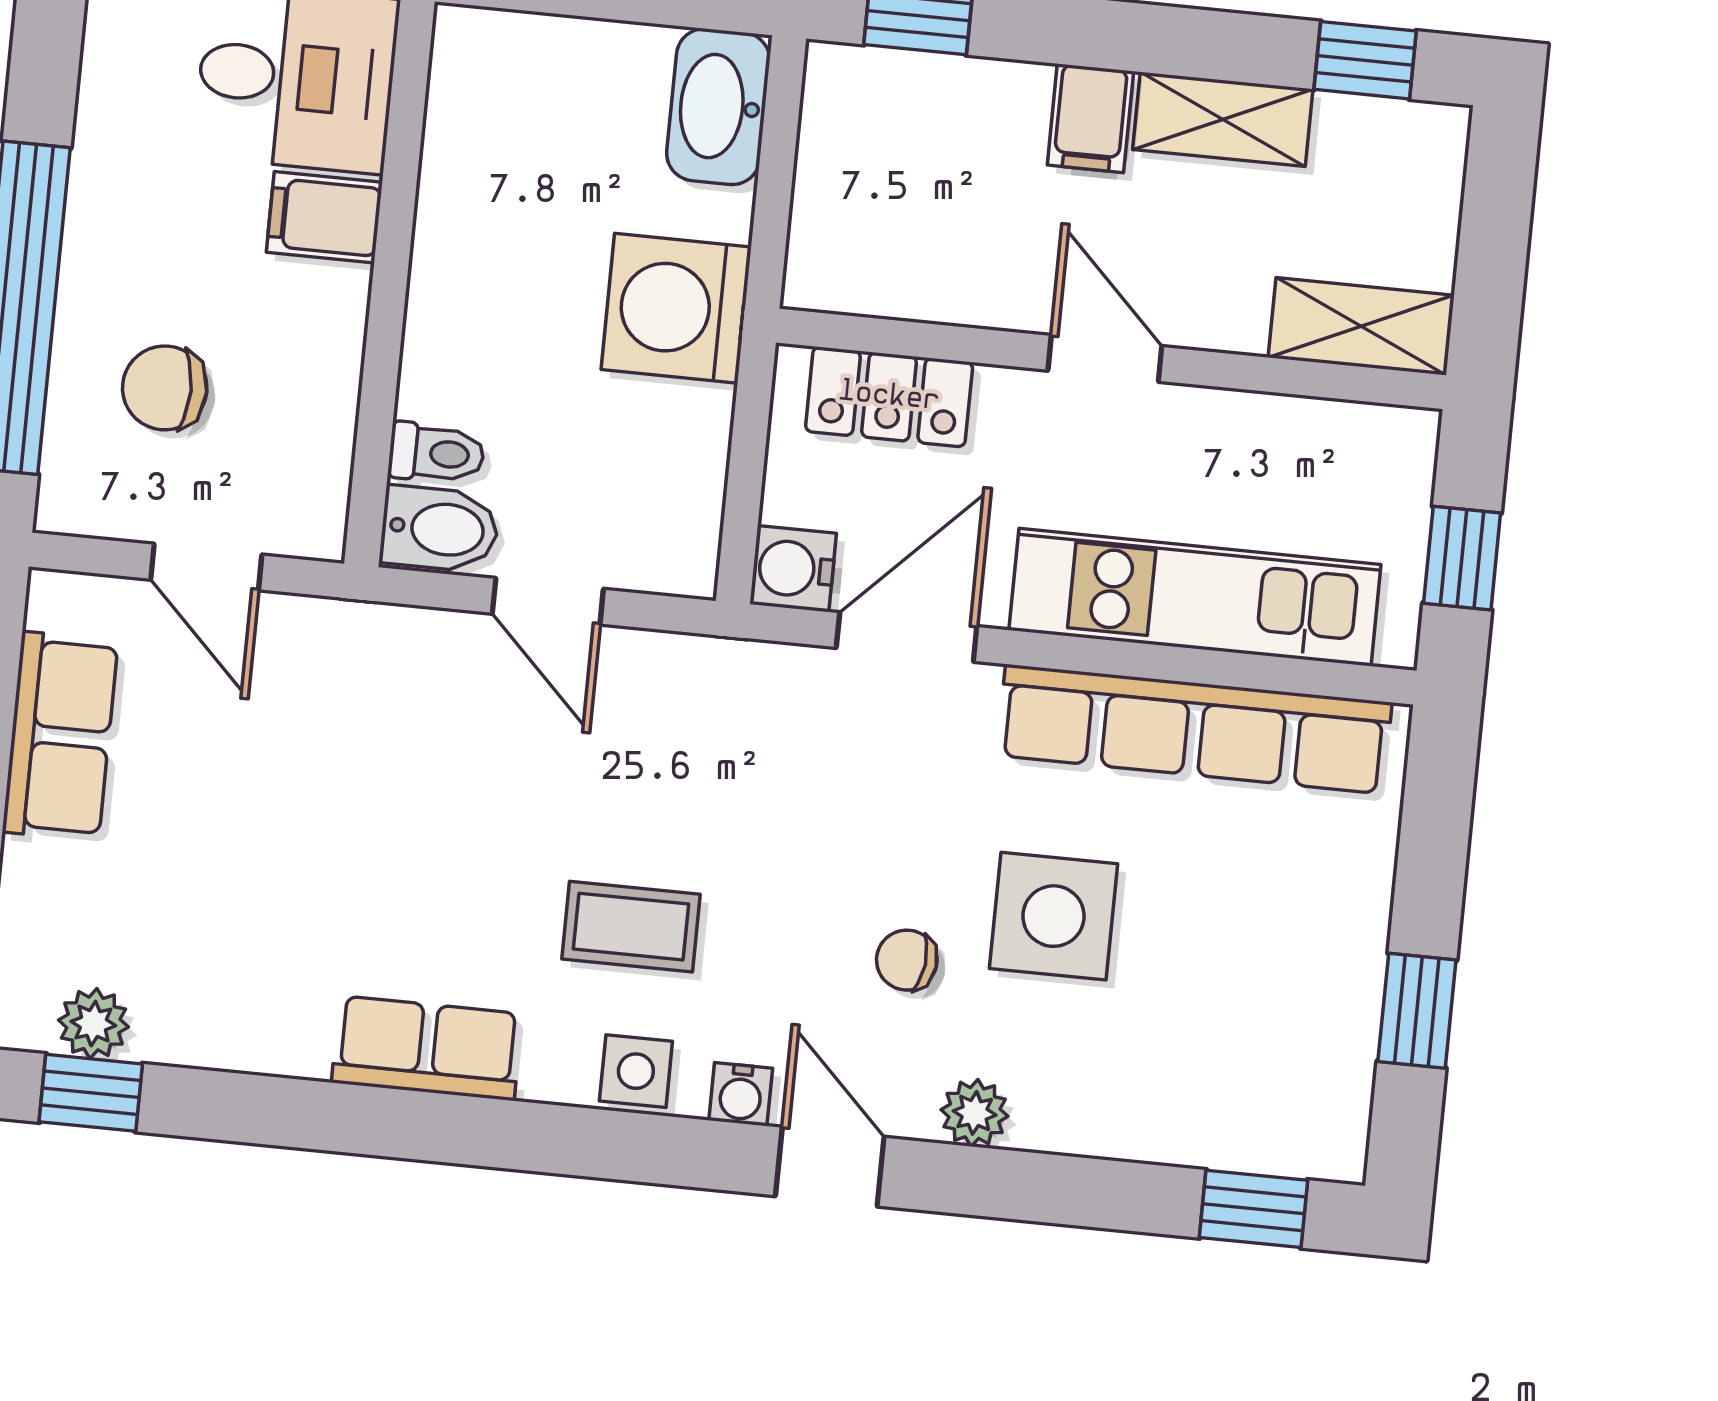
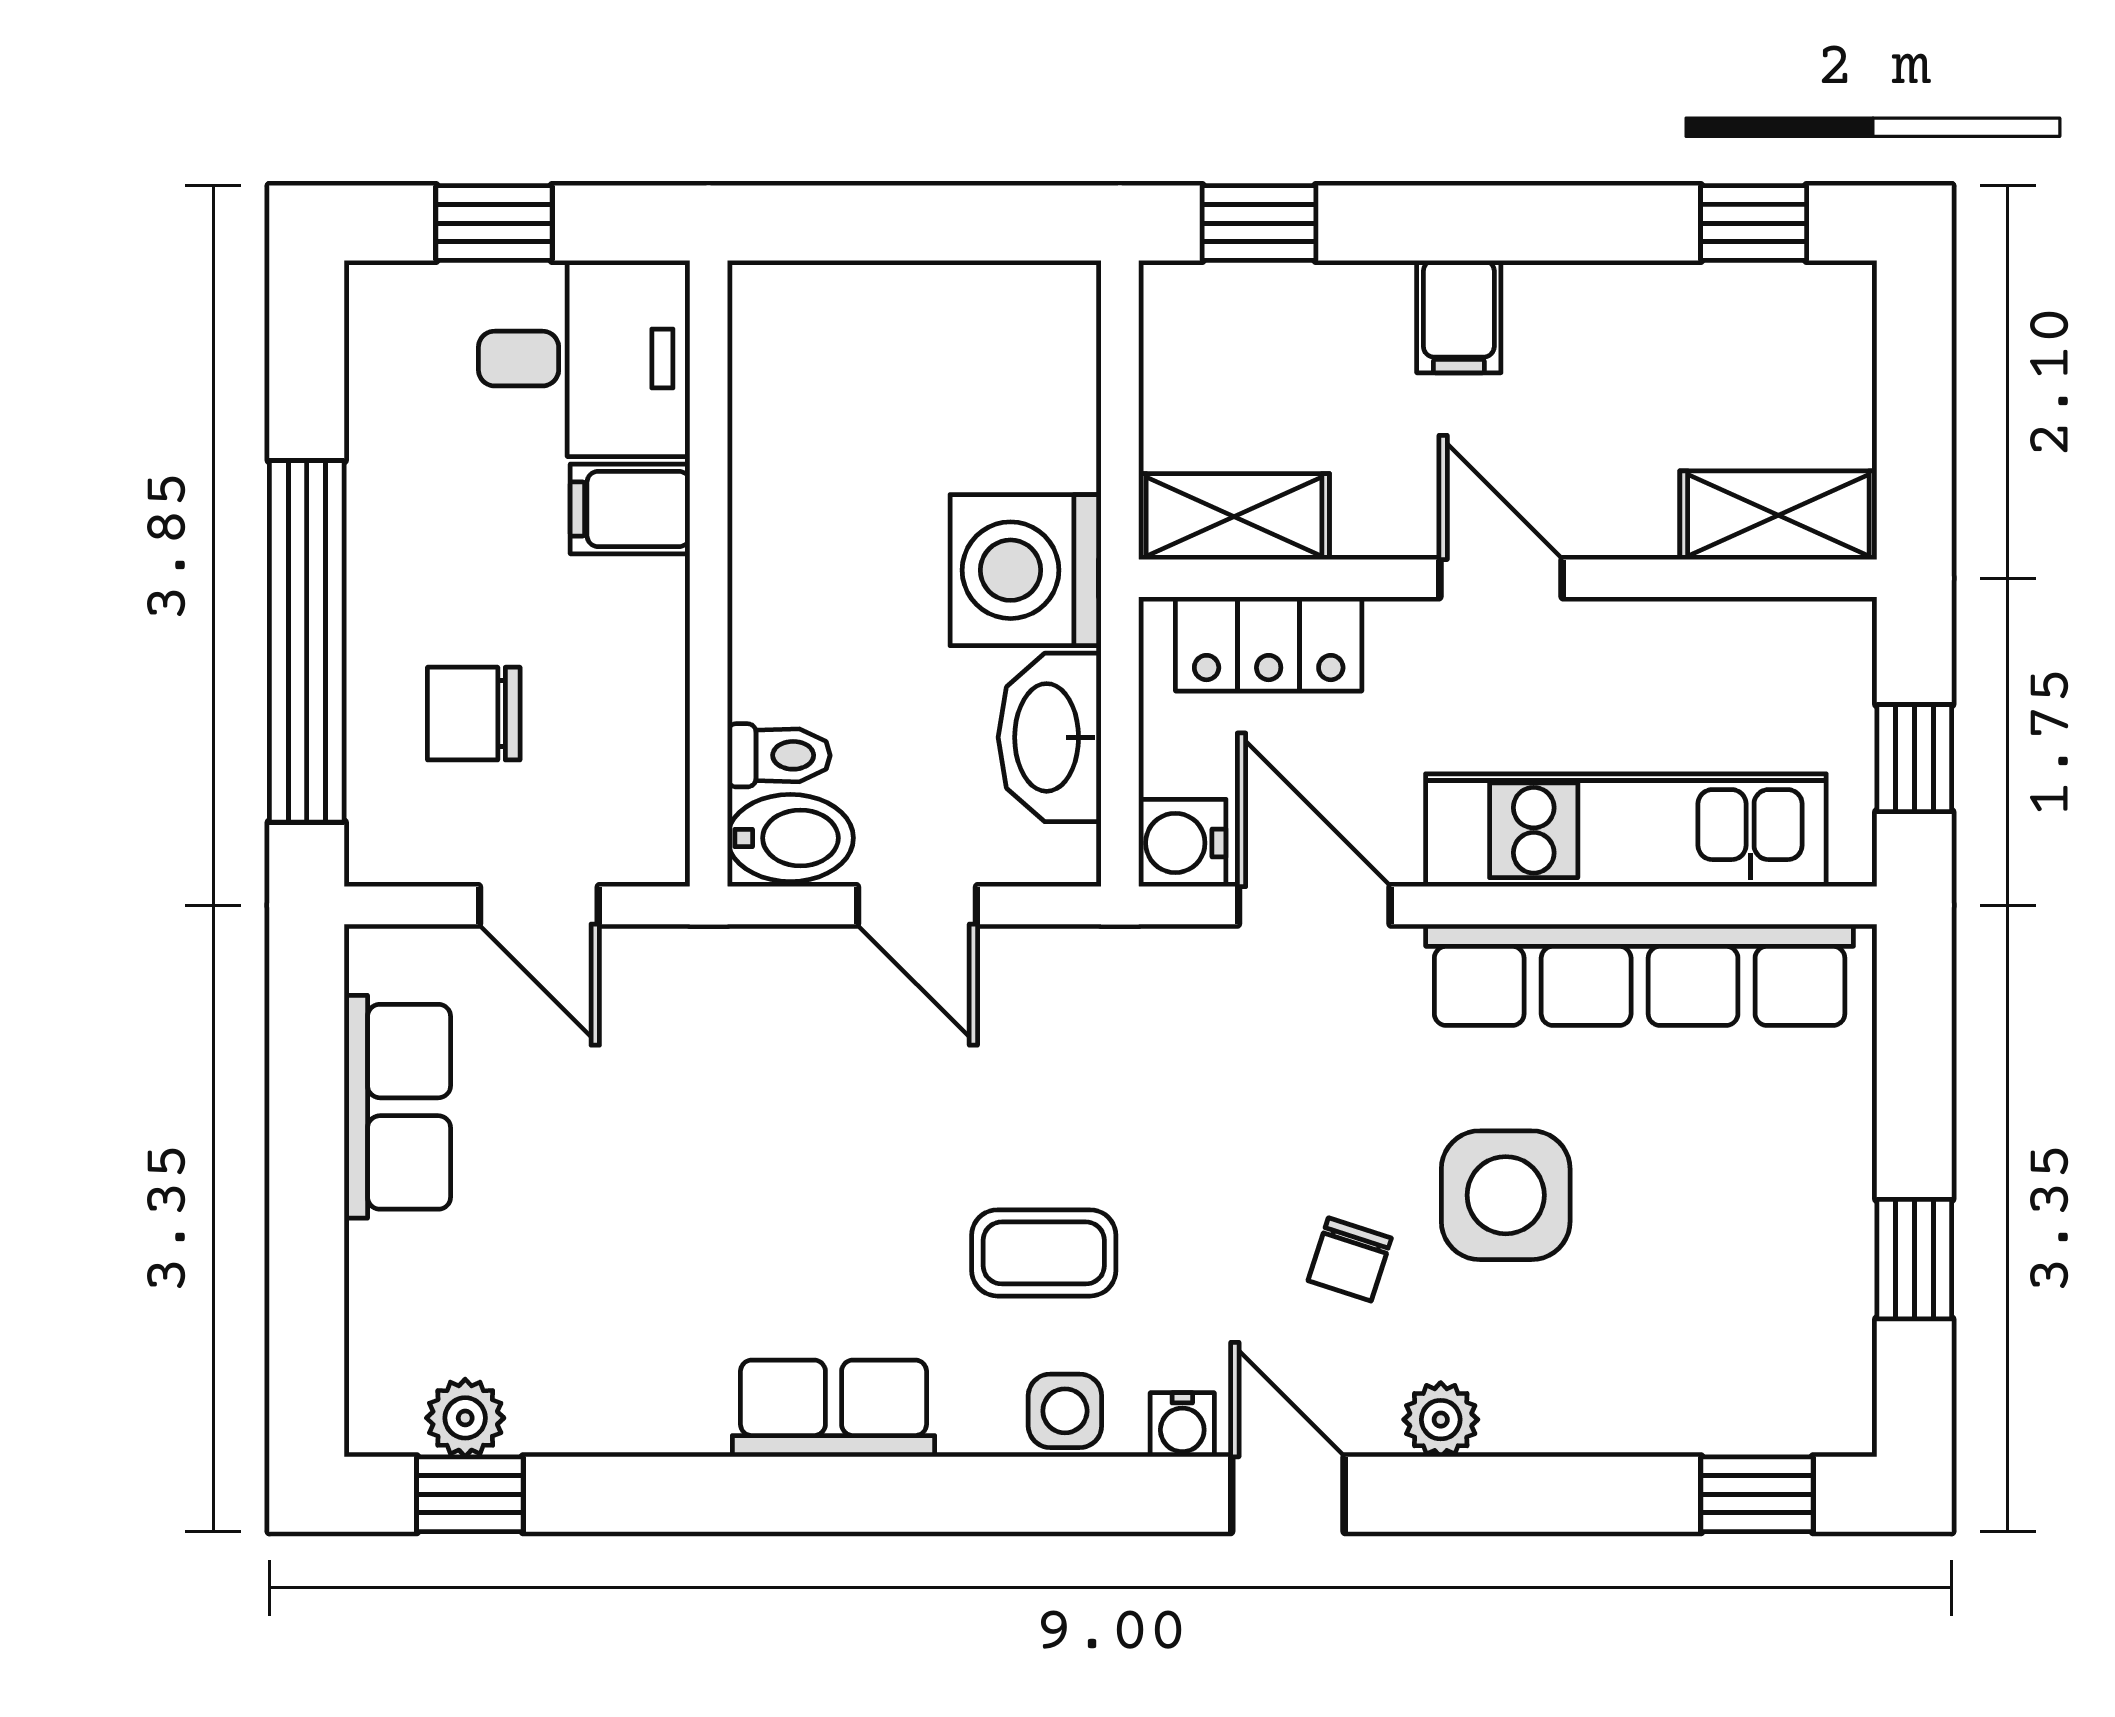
washbasin: (718, 107) -> (1050, 737), moved
shelving: (1223, 119) -> (1234, 517), moved
door: (907, 637) -> (1314, 905), hinge flipped
chair: (907, 960) -> (1350, 1259), turned -79

